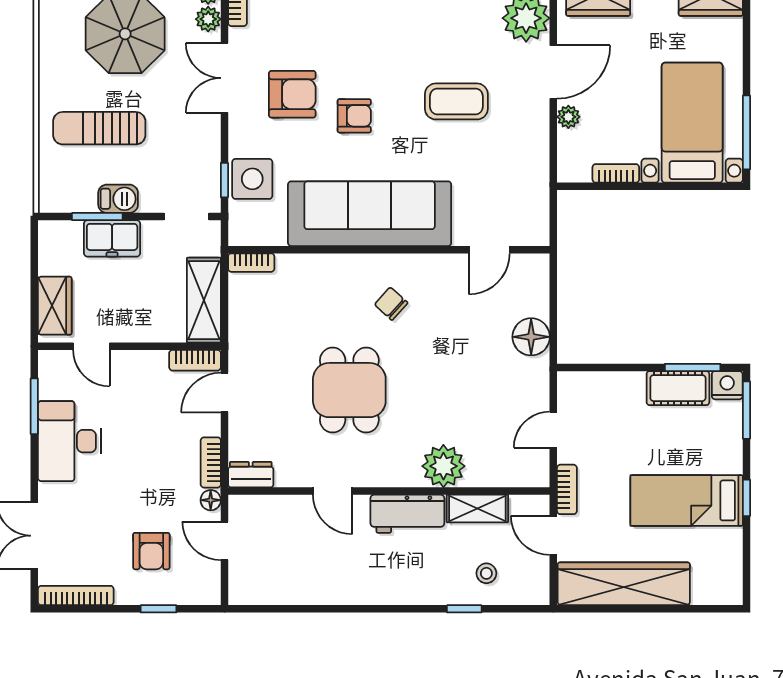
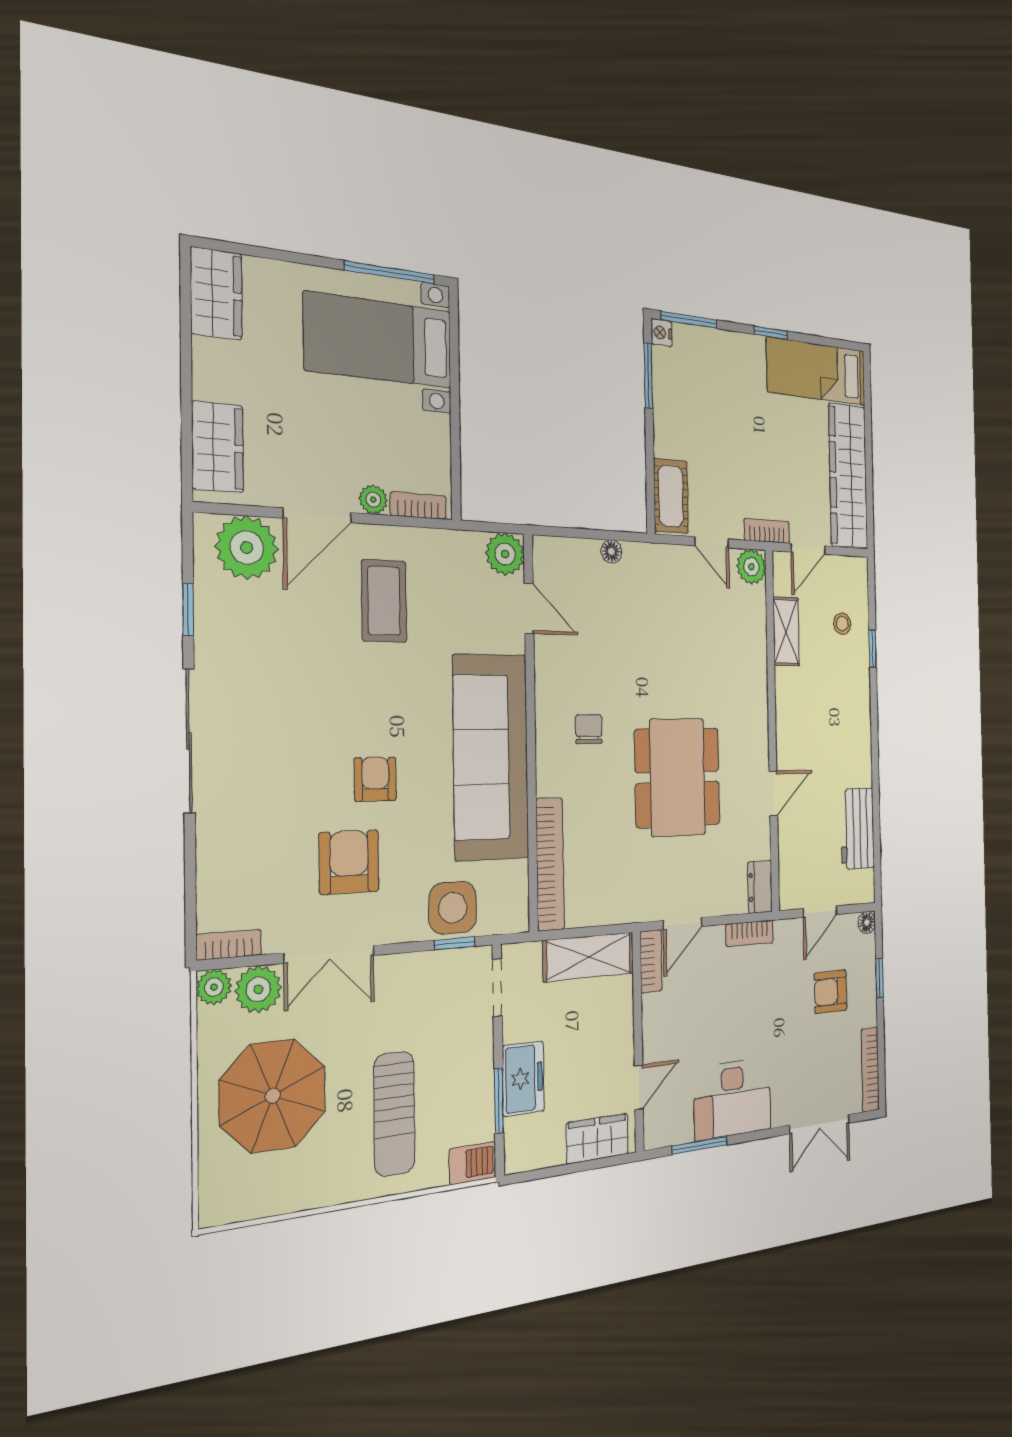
plant: (208, 19) -> (258, 989), width x1.38, depth x1.38
door: (553, 72) -> (317, 515), swing flipped
coffee table: (456, 101) -> (384, 601), moved
bookcase: (616, 173) -> (418, 506), moved, turned 90
barbecue: (118, 199) -> (473, 1163), moved, turned 90
plant: (532, 229) -> (505, 554), added
bookcase: (251, 263) -> (550, 864), width x2.31, depth x1.31
chair: (391, 304) -> (589, 729), turned 138
floor lamp: (531, 337) -> (612, 551), width x0.53, depth x0.53
nightstand: (727, 385) -> (662, 333), width x0.72, depth x0.74
cot: (678, 388) -> (671, 496), moved
dining table: (349, 390) -> (678, 777), width x1.38
door: (224, 393) -> (683, 923), hinge flipped
plant: (443, 466) -> (751, 567), moved, width x0.73, depth x0.73
floor lamp: (211, 500) -> (867, 922), moved
bed: (687, 500) -> (816, 371), moved, turned 90
workbench: (407, 514) -> (857, 829), moved, turned 180
armchair: (151, 551) -> (831, 992), turned 180

